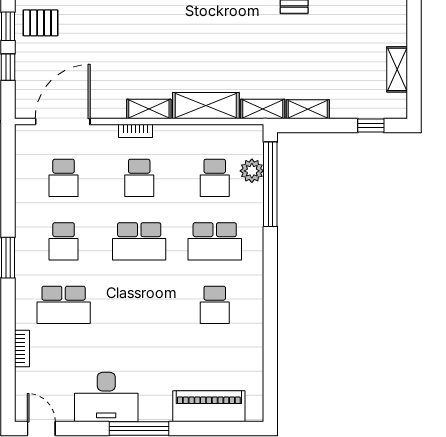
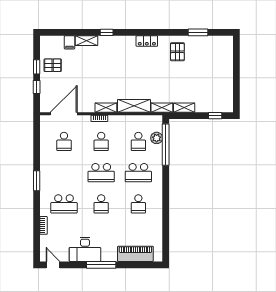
shelving: (397, 69) -> (228, 88), removed
school desk: (64, 241) -> (101, 204), moved

